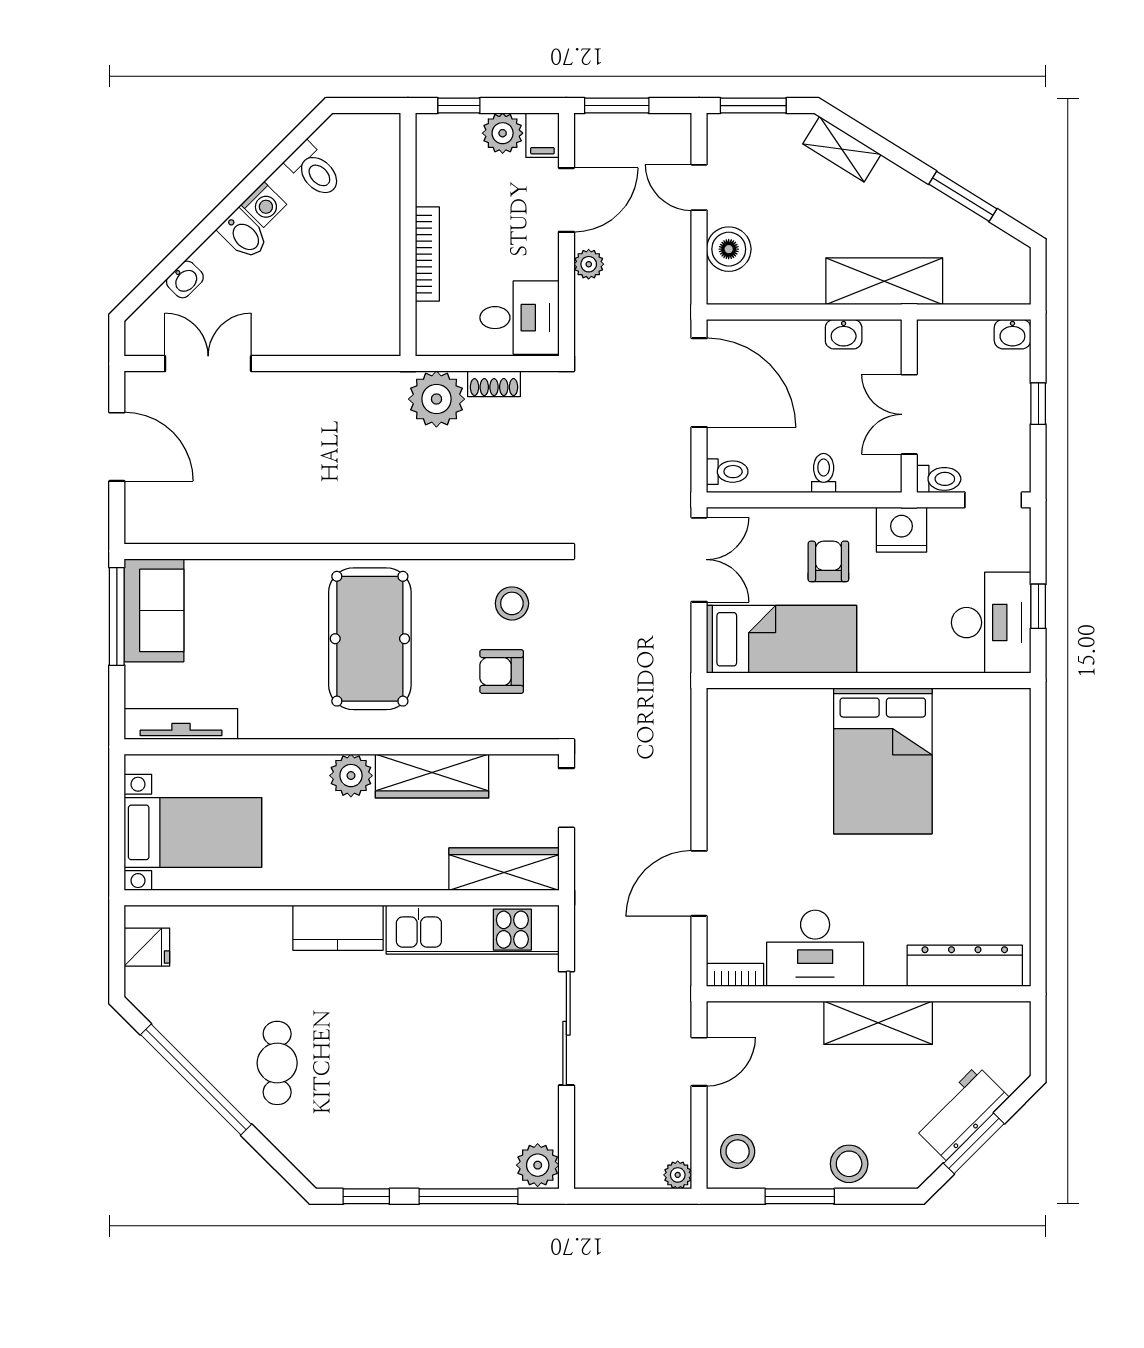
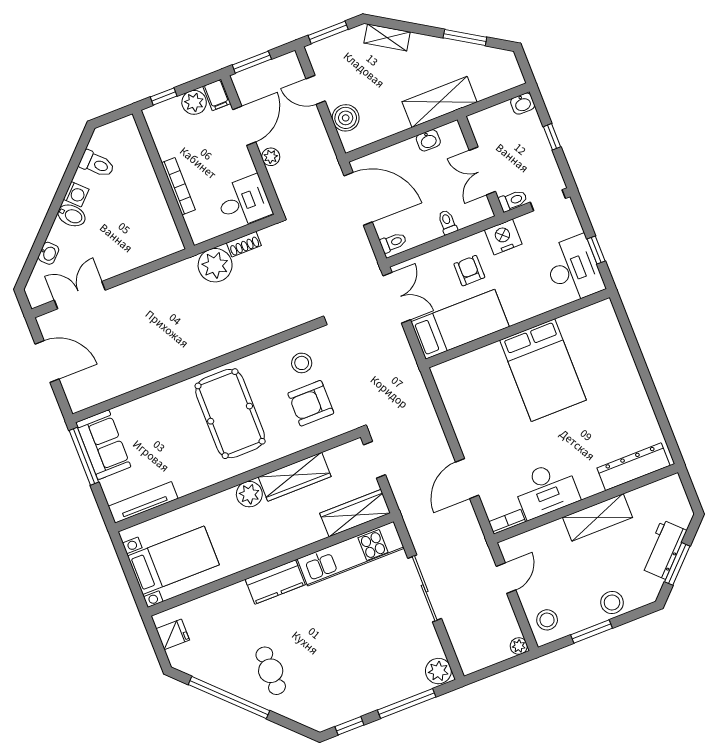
armchair: (502, 672) -> (311, 403), width x1.38, depth x1.38

